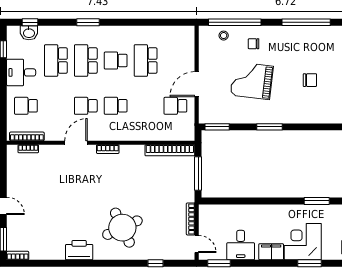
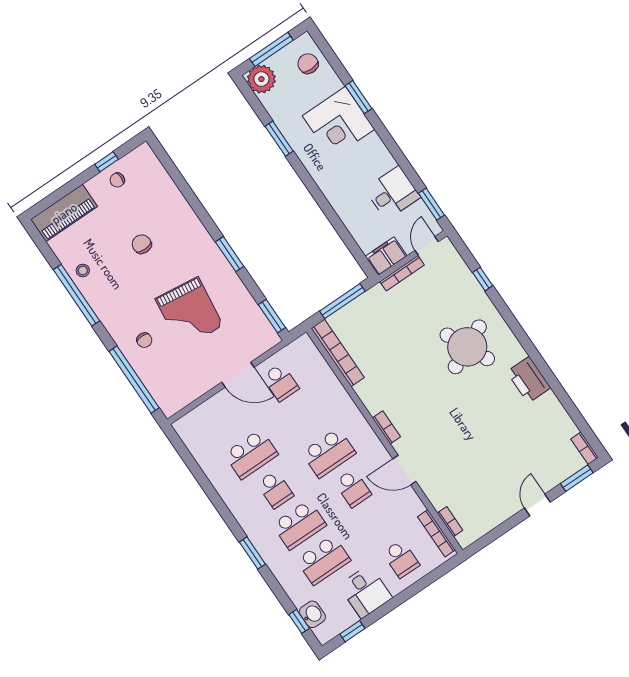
stool: (224, 36) -> (83, 270), moved
school desk: (116, 106) -> (329, 453), width x1.85
filing cabinet: (271, 252) -> (386, 256), moved, turned 90

